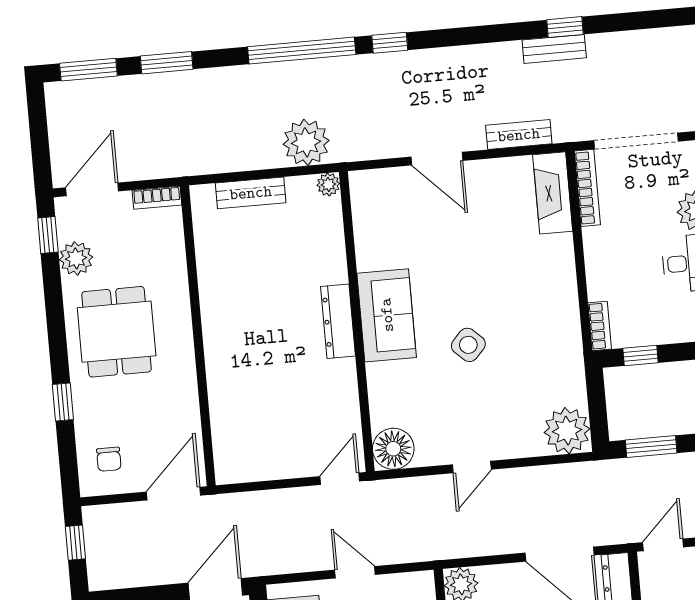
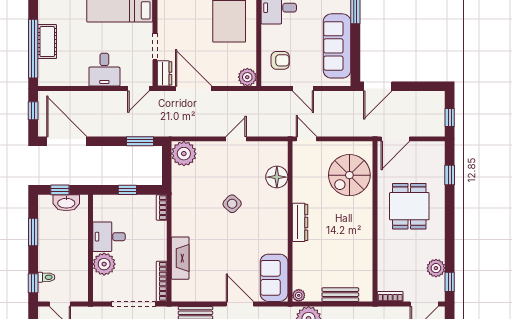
fireplace: (553, 193) -> (180, 258), moved
sofa: (387, 315) -> (274, 278), moved
dining table: (117, 332) -> (409, 206), moved
window: (640, 356) -> (127, 190), moved
window: (63, 402) -> (450, 175), moved
spiral stairs: (253, 418) -> (349, 175), added
floor lamp: (393, 449) -> (277, 177), moved
chair: (109, 459) -> (428, 160), removed
door: (340, 479) -> (307, 139), swing flipped

